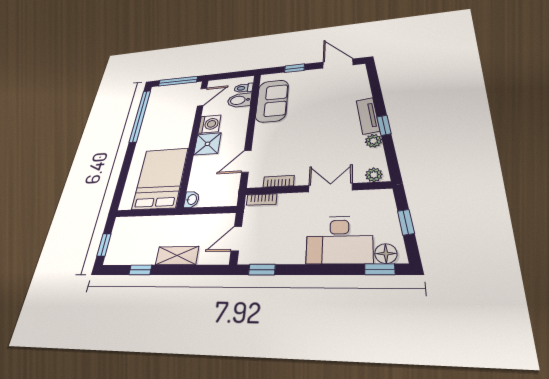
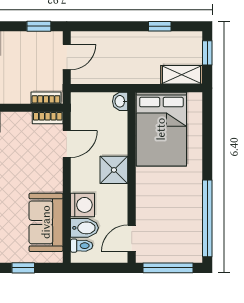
washing machine: (210, 124) -> (83, 205), moved, turned 180
bookcase: (279, 181) -> (48, 118), moved
shelving: (177, 256) -> (182, 75), moved

